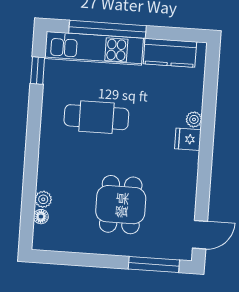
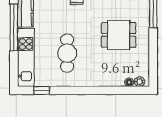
window: (108, 29) -> (14, 28), moved
plant: (43, 199) -> (140, 82), moved

